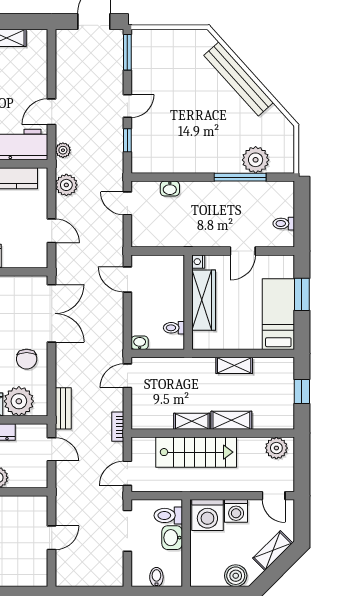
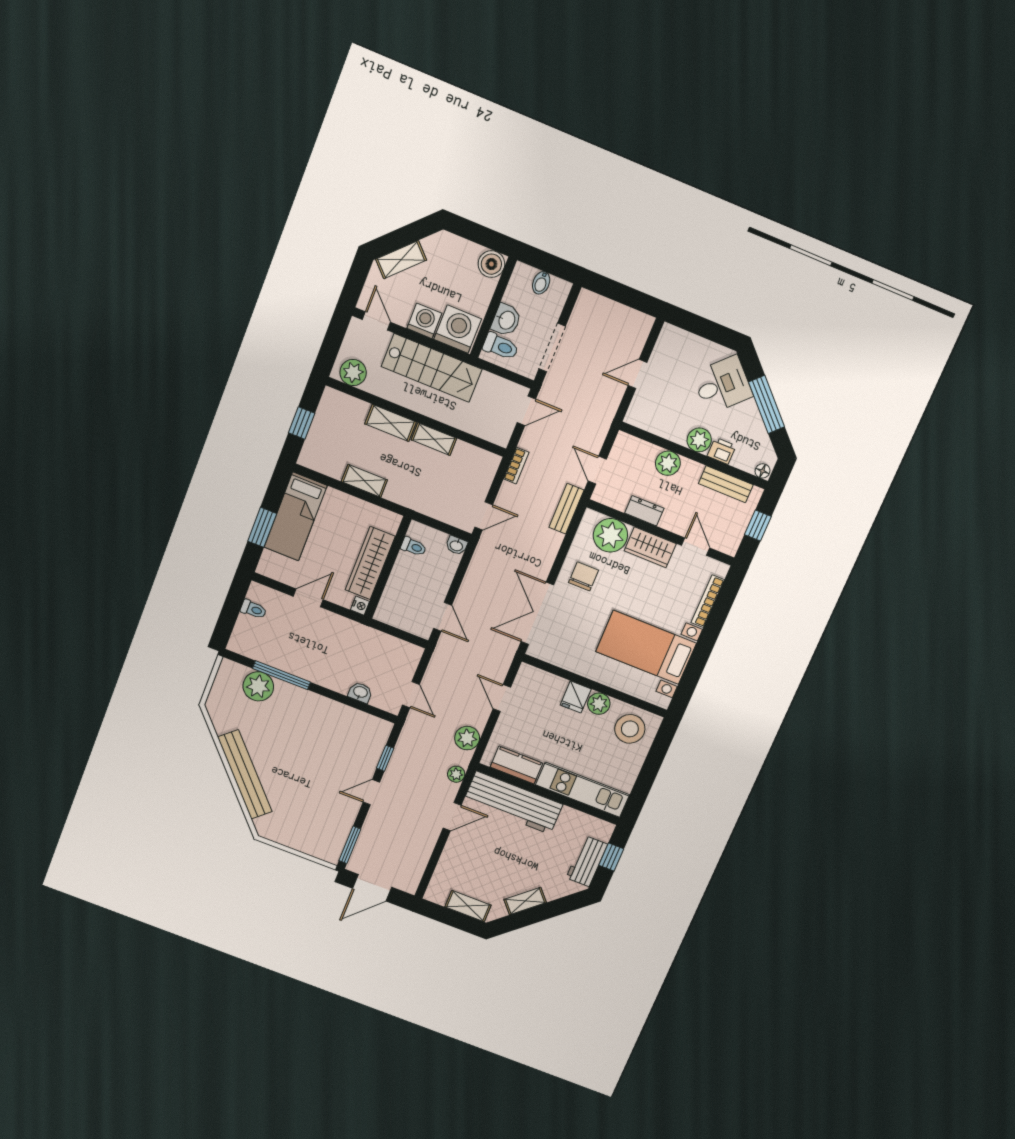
stairs: (196, 452) -> (432, 368), moved, turned 180
boiler: (236, 576) -> (491, 264), moved

